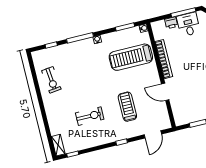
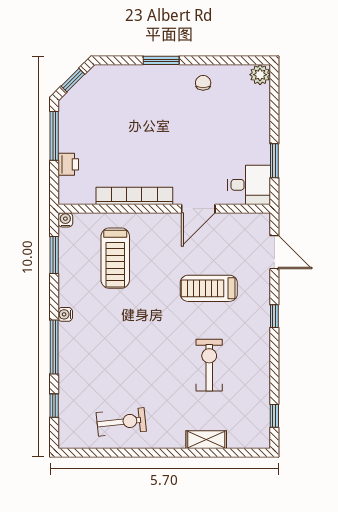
desk: (188, 24) -> (249, 185), moved, turned 180
treadmill: (131, 57) -> (115, 258), width x0.73, depth x0.73
shelving: (58, 145) -> (206, 440), moved

